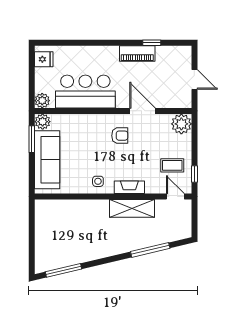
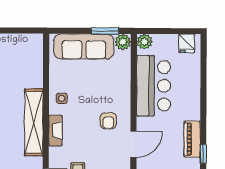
shelving: (132, 208) -> (34, 122), width x1.47

